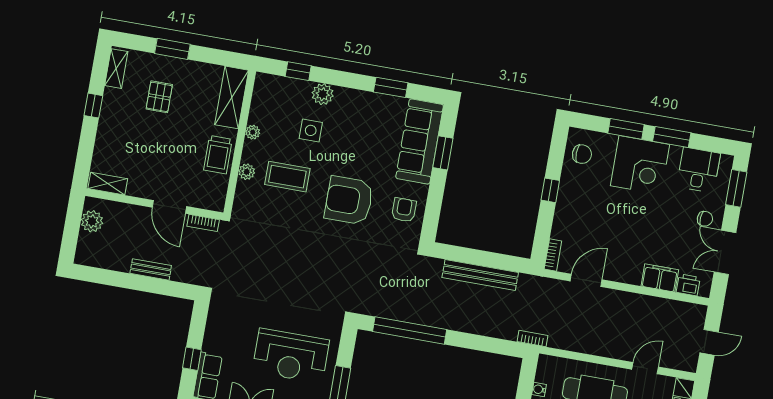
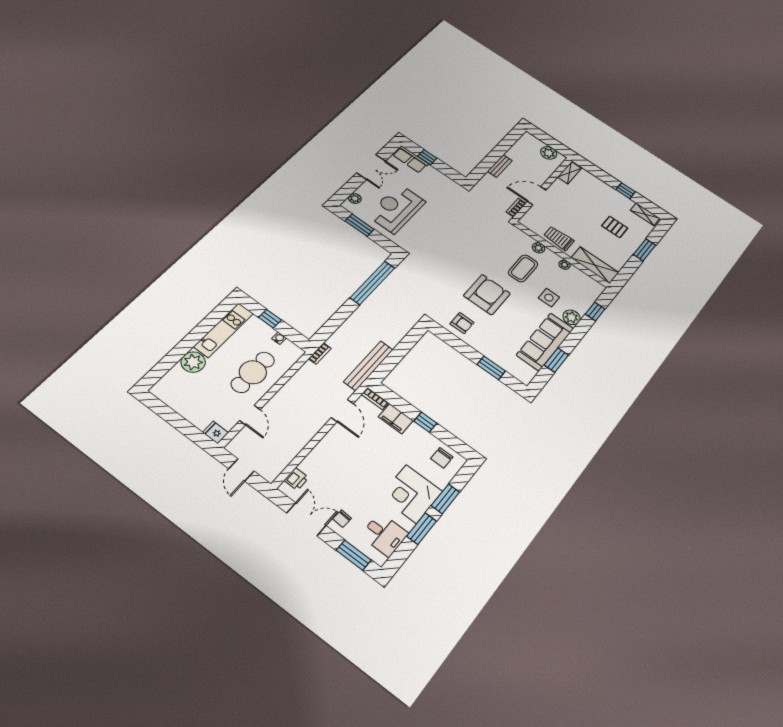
sofa: (420, 141) -> (545, 342), moved, turned -90
bench: (480, 275) -> (368, 366), moved
filing cabinet: (660, 278) -> (396, 419), moved, turned 90

